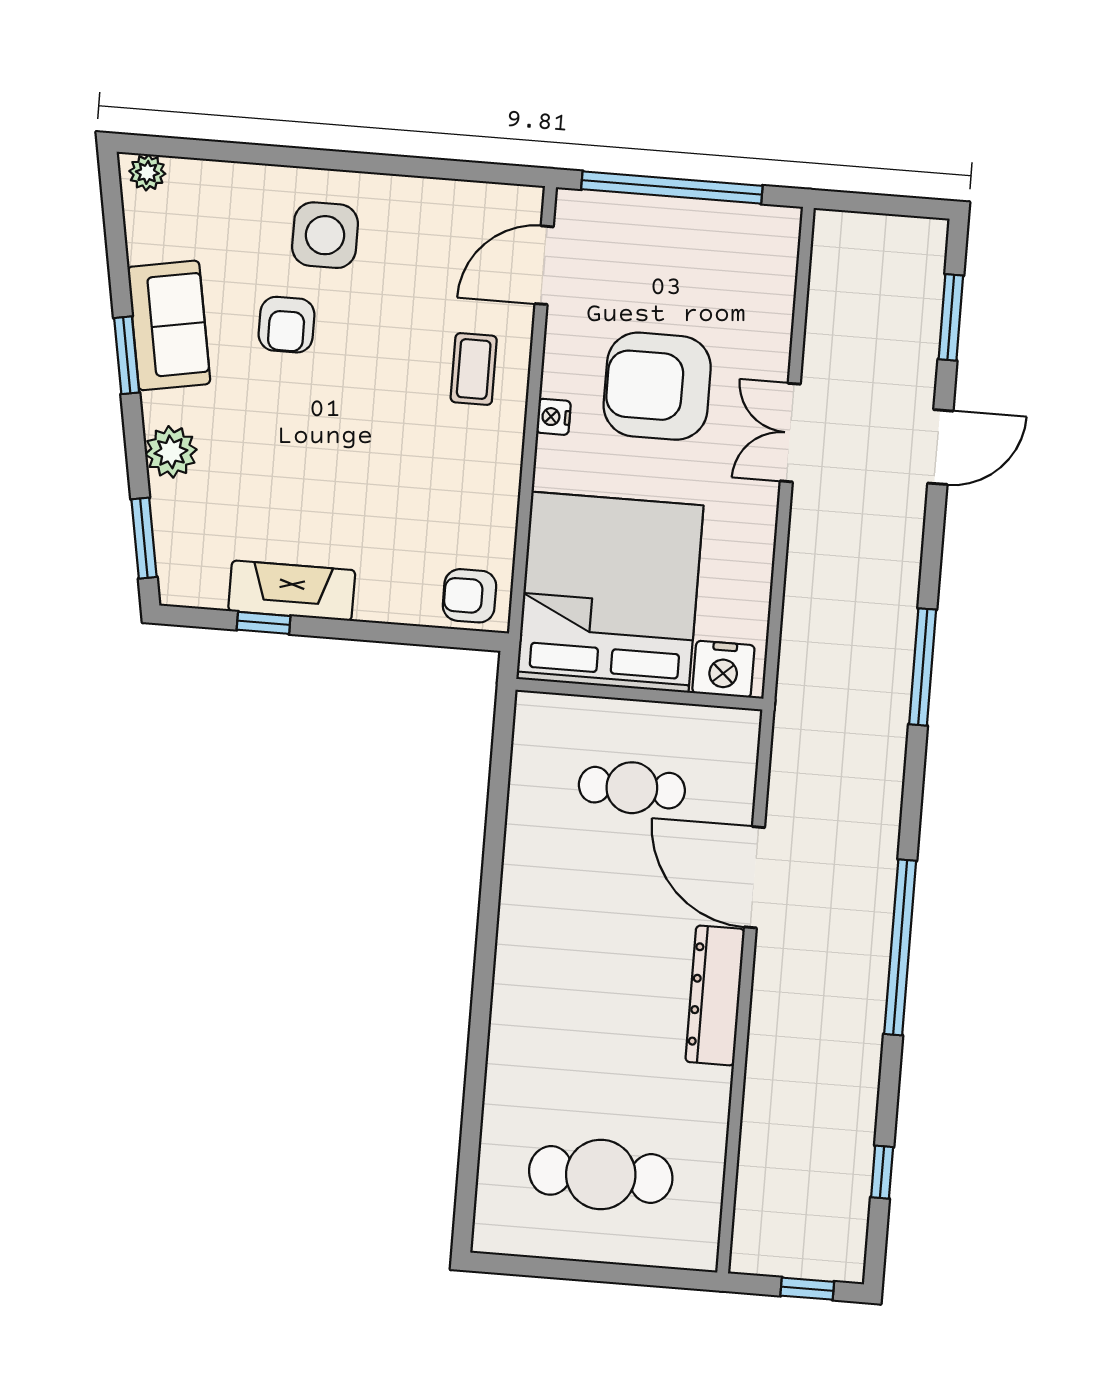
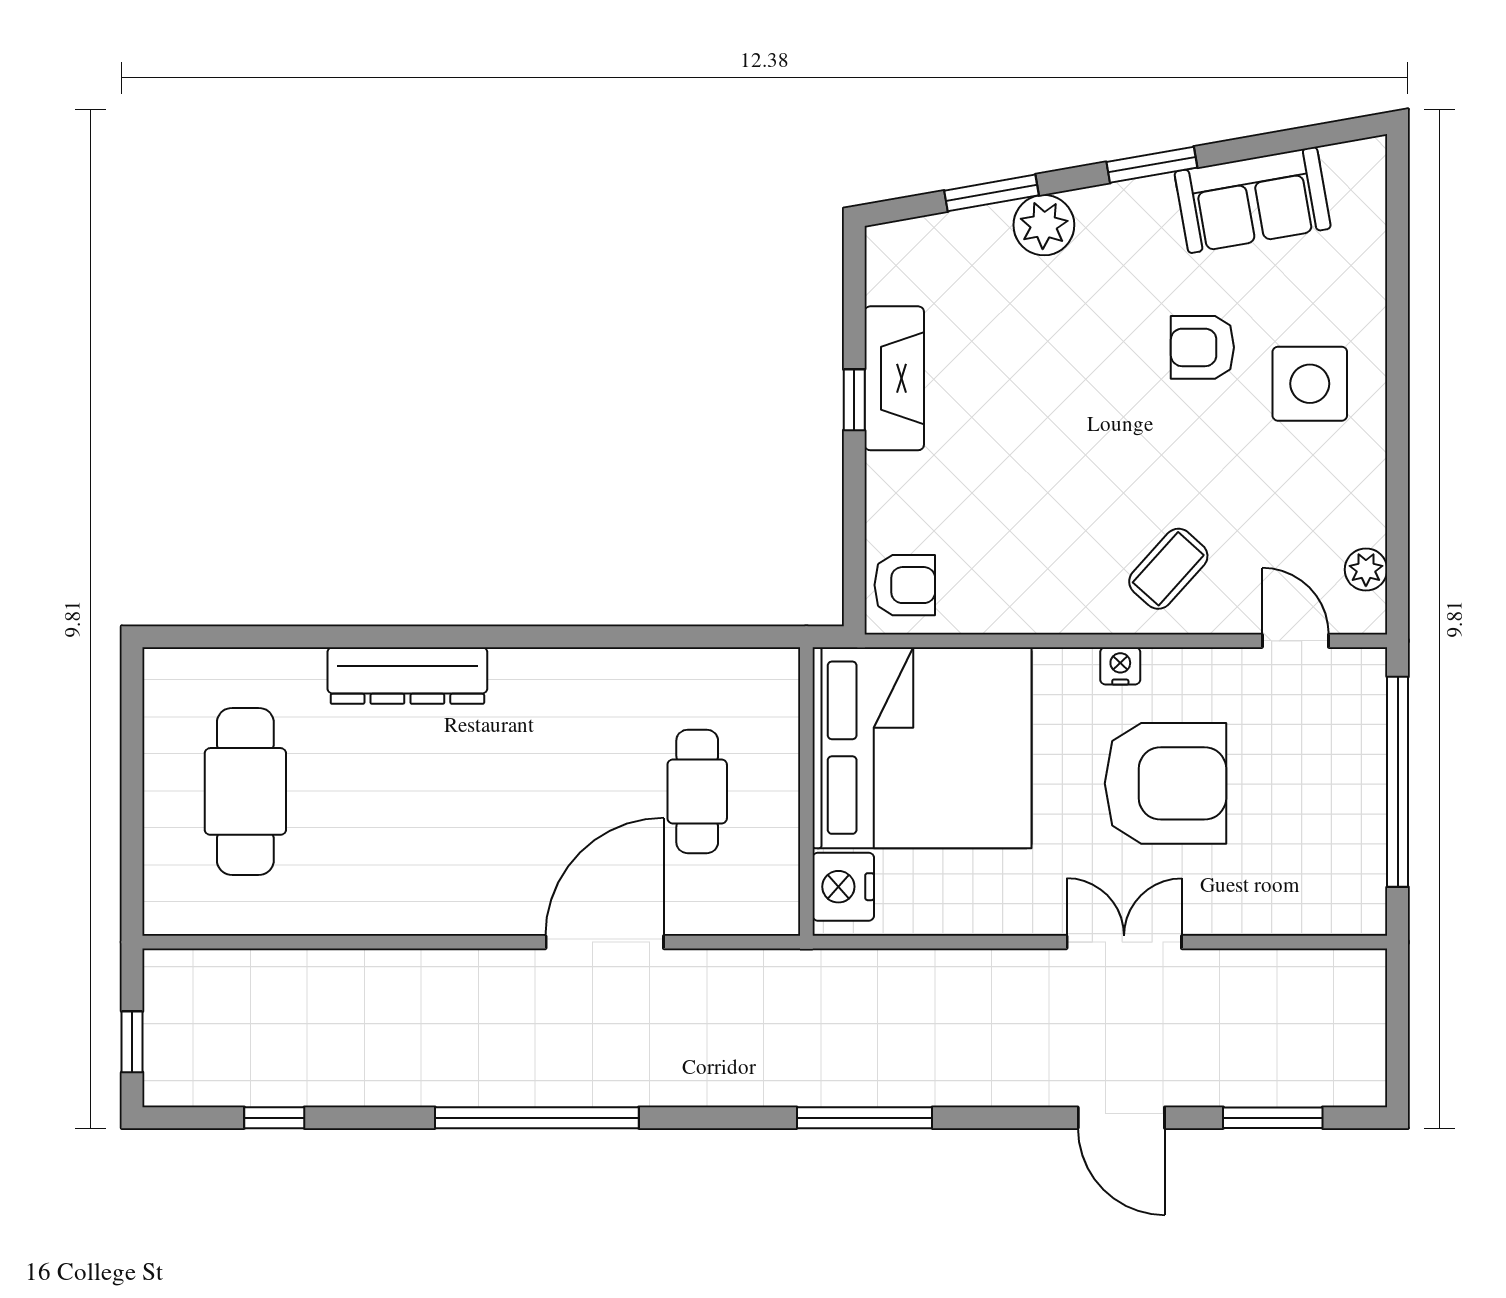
plant: (147, 172) -> (1366, 570), moved
door: (544, 265) -> (1295, 641), width x0.73
sofa: (169, 325) -> (1253, 200), moved
coffee table: (474, 369) -> (1168, 569), turned -48
armchair: (657, 386) -> (1166, 783), turned 90
window: (144, 538) -> (991, 193), moved
armchair: (469, 596) -> (905, 585), turned 90
window: (264, 623) -> (854, 400), moved
dresser: (715, 995) -> (407, 676), moved, turned 180

